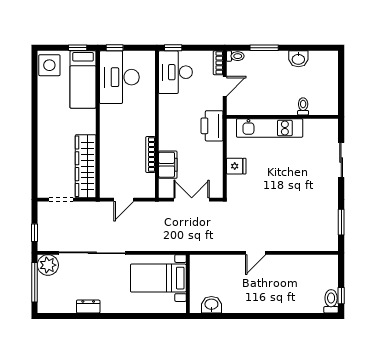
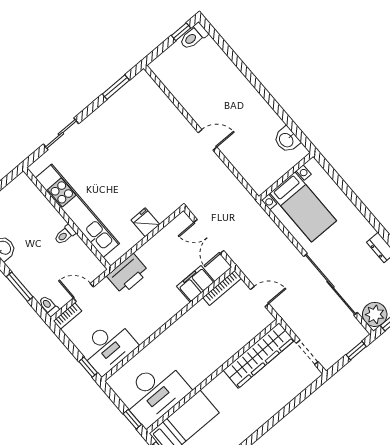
toilet: (303, 106) -> (65, 235), moved
kitchen unit: (270, 128) -> (77, 211), width x1.36
bookcase: (150, 154) -> (222, 288), moved

